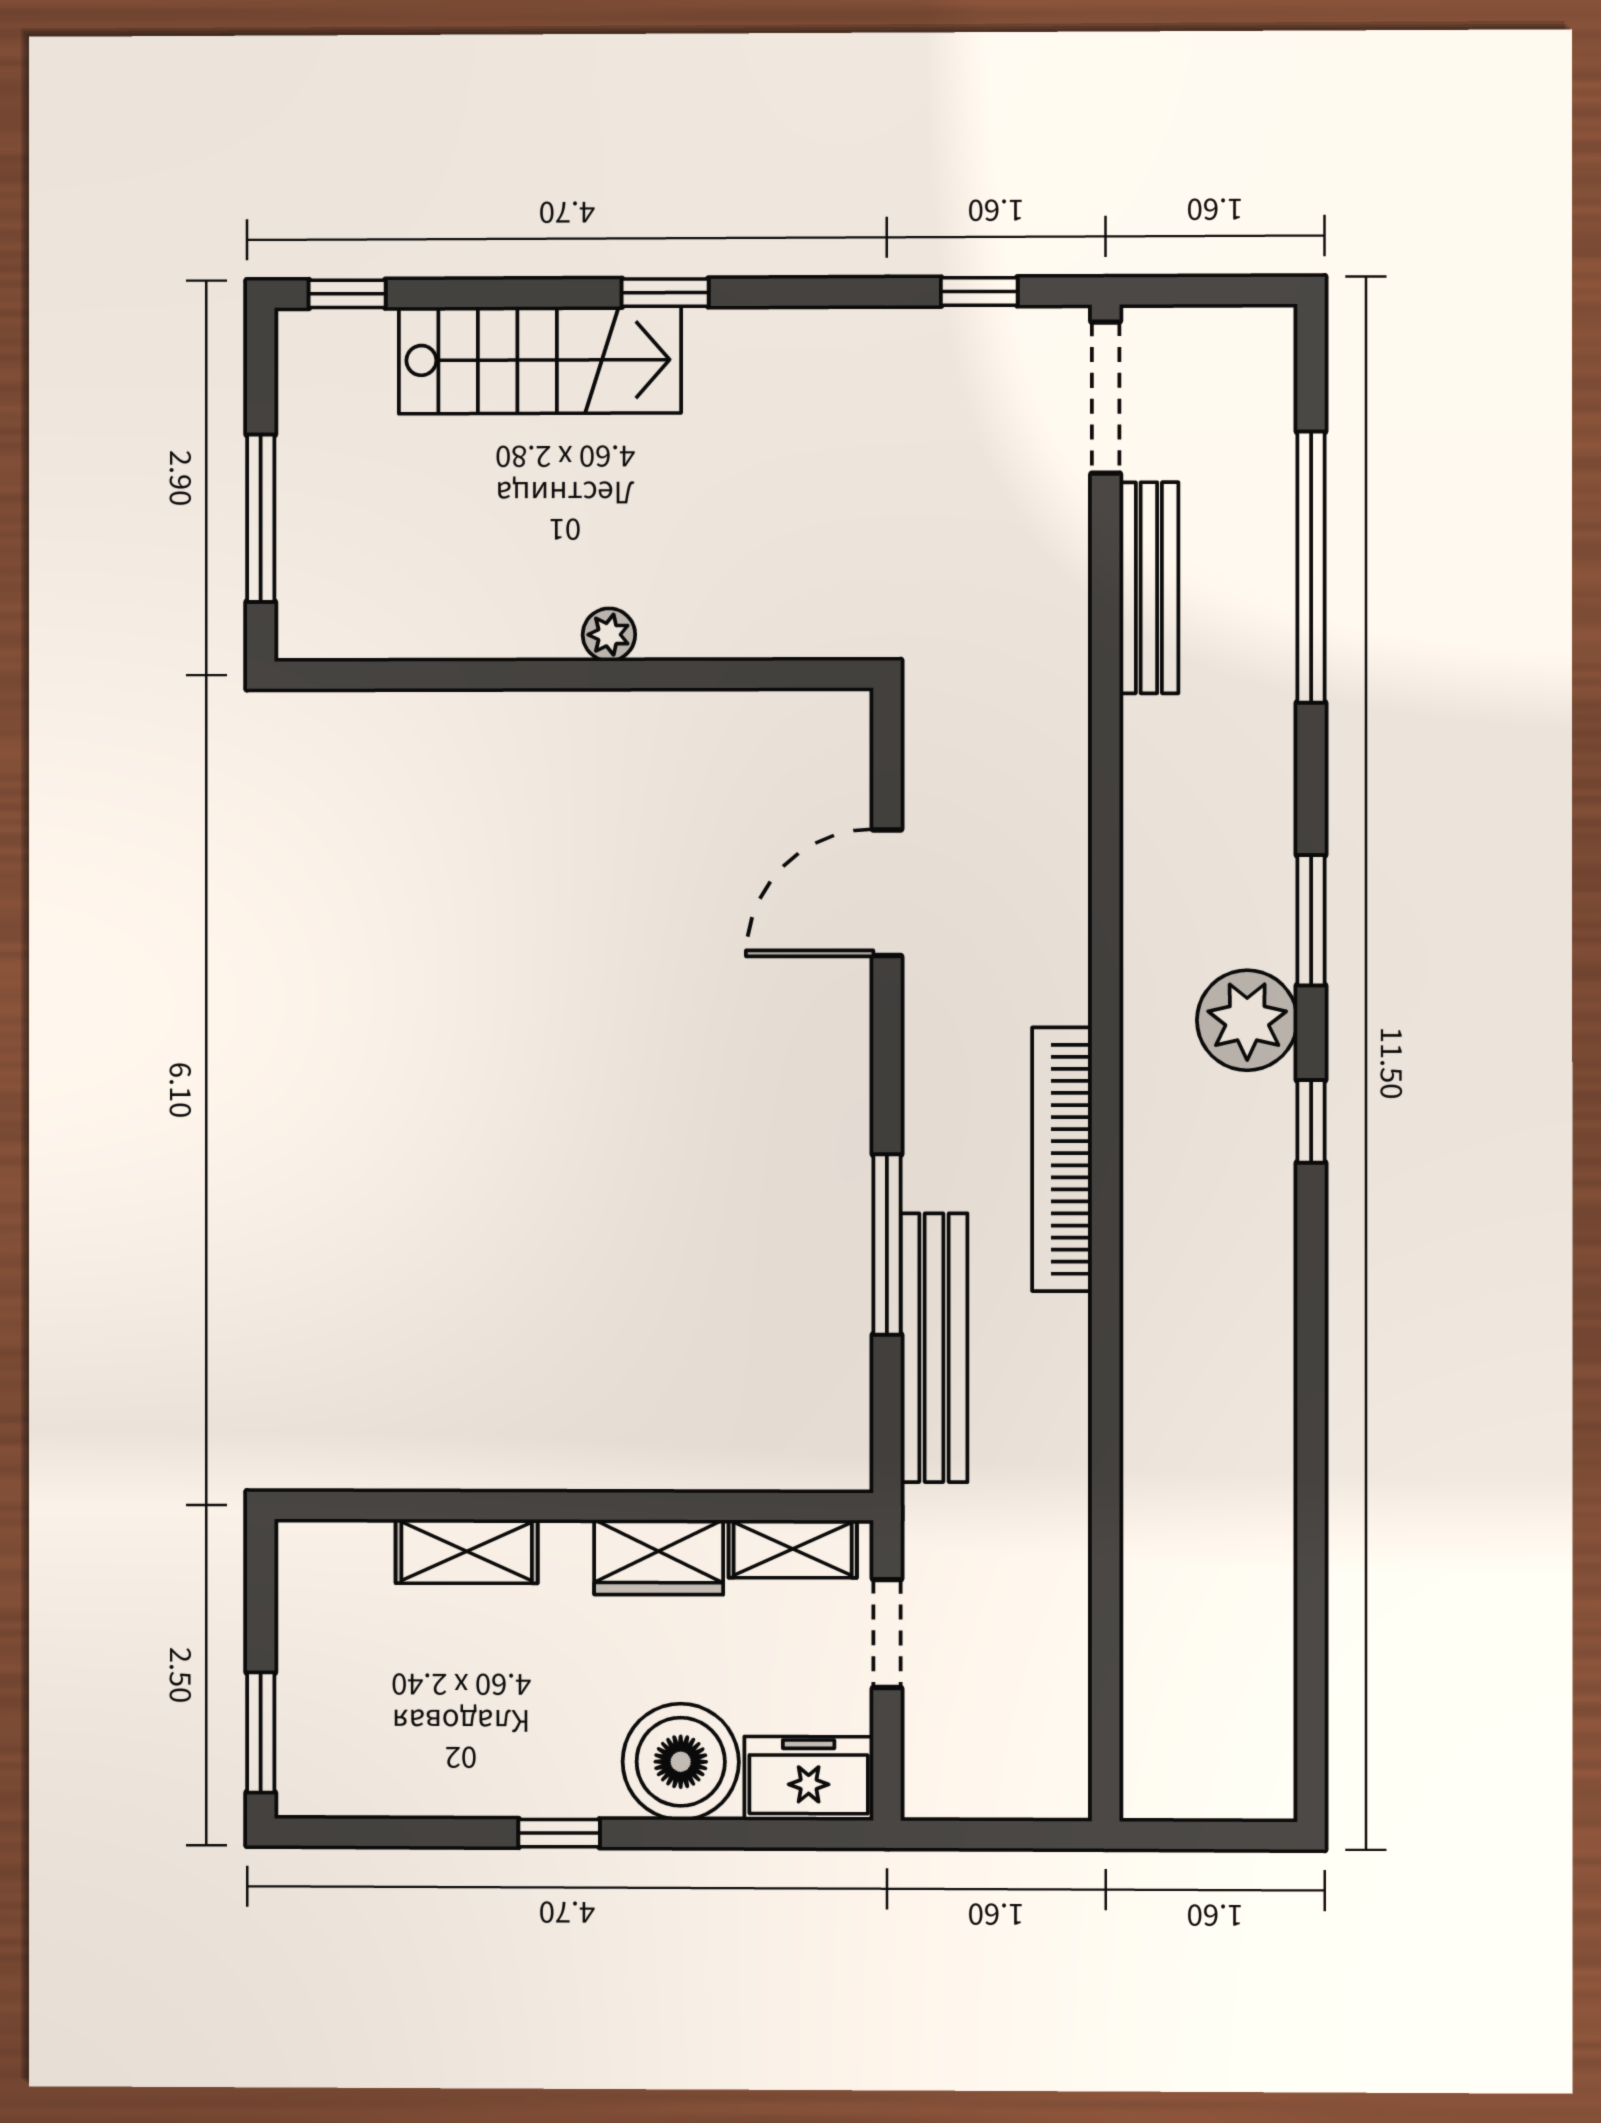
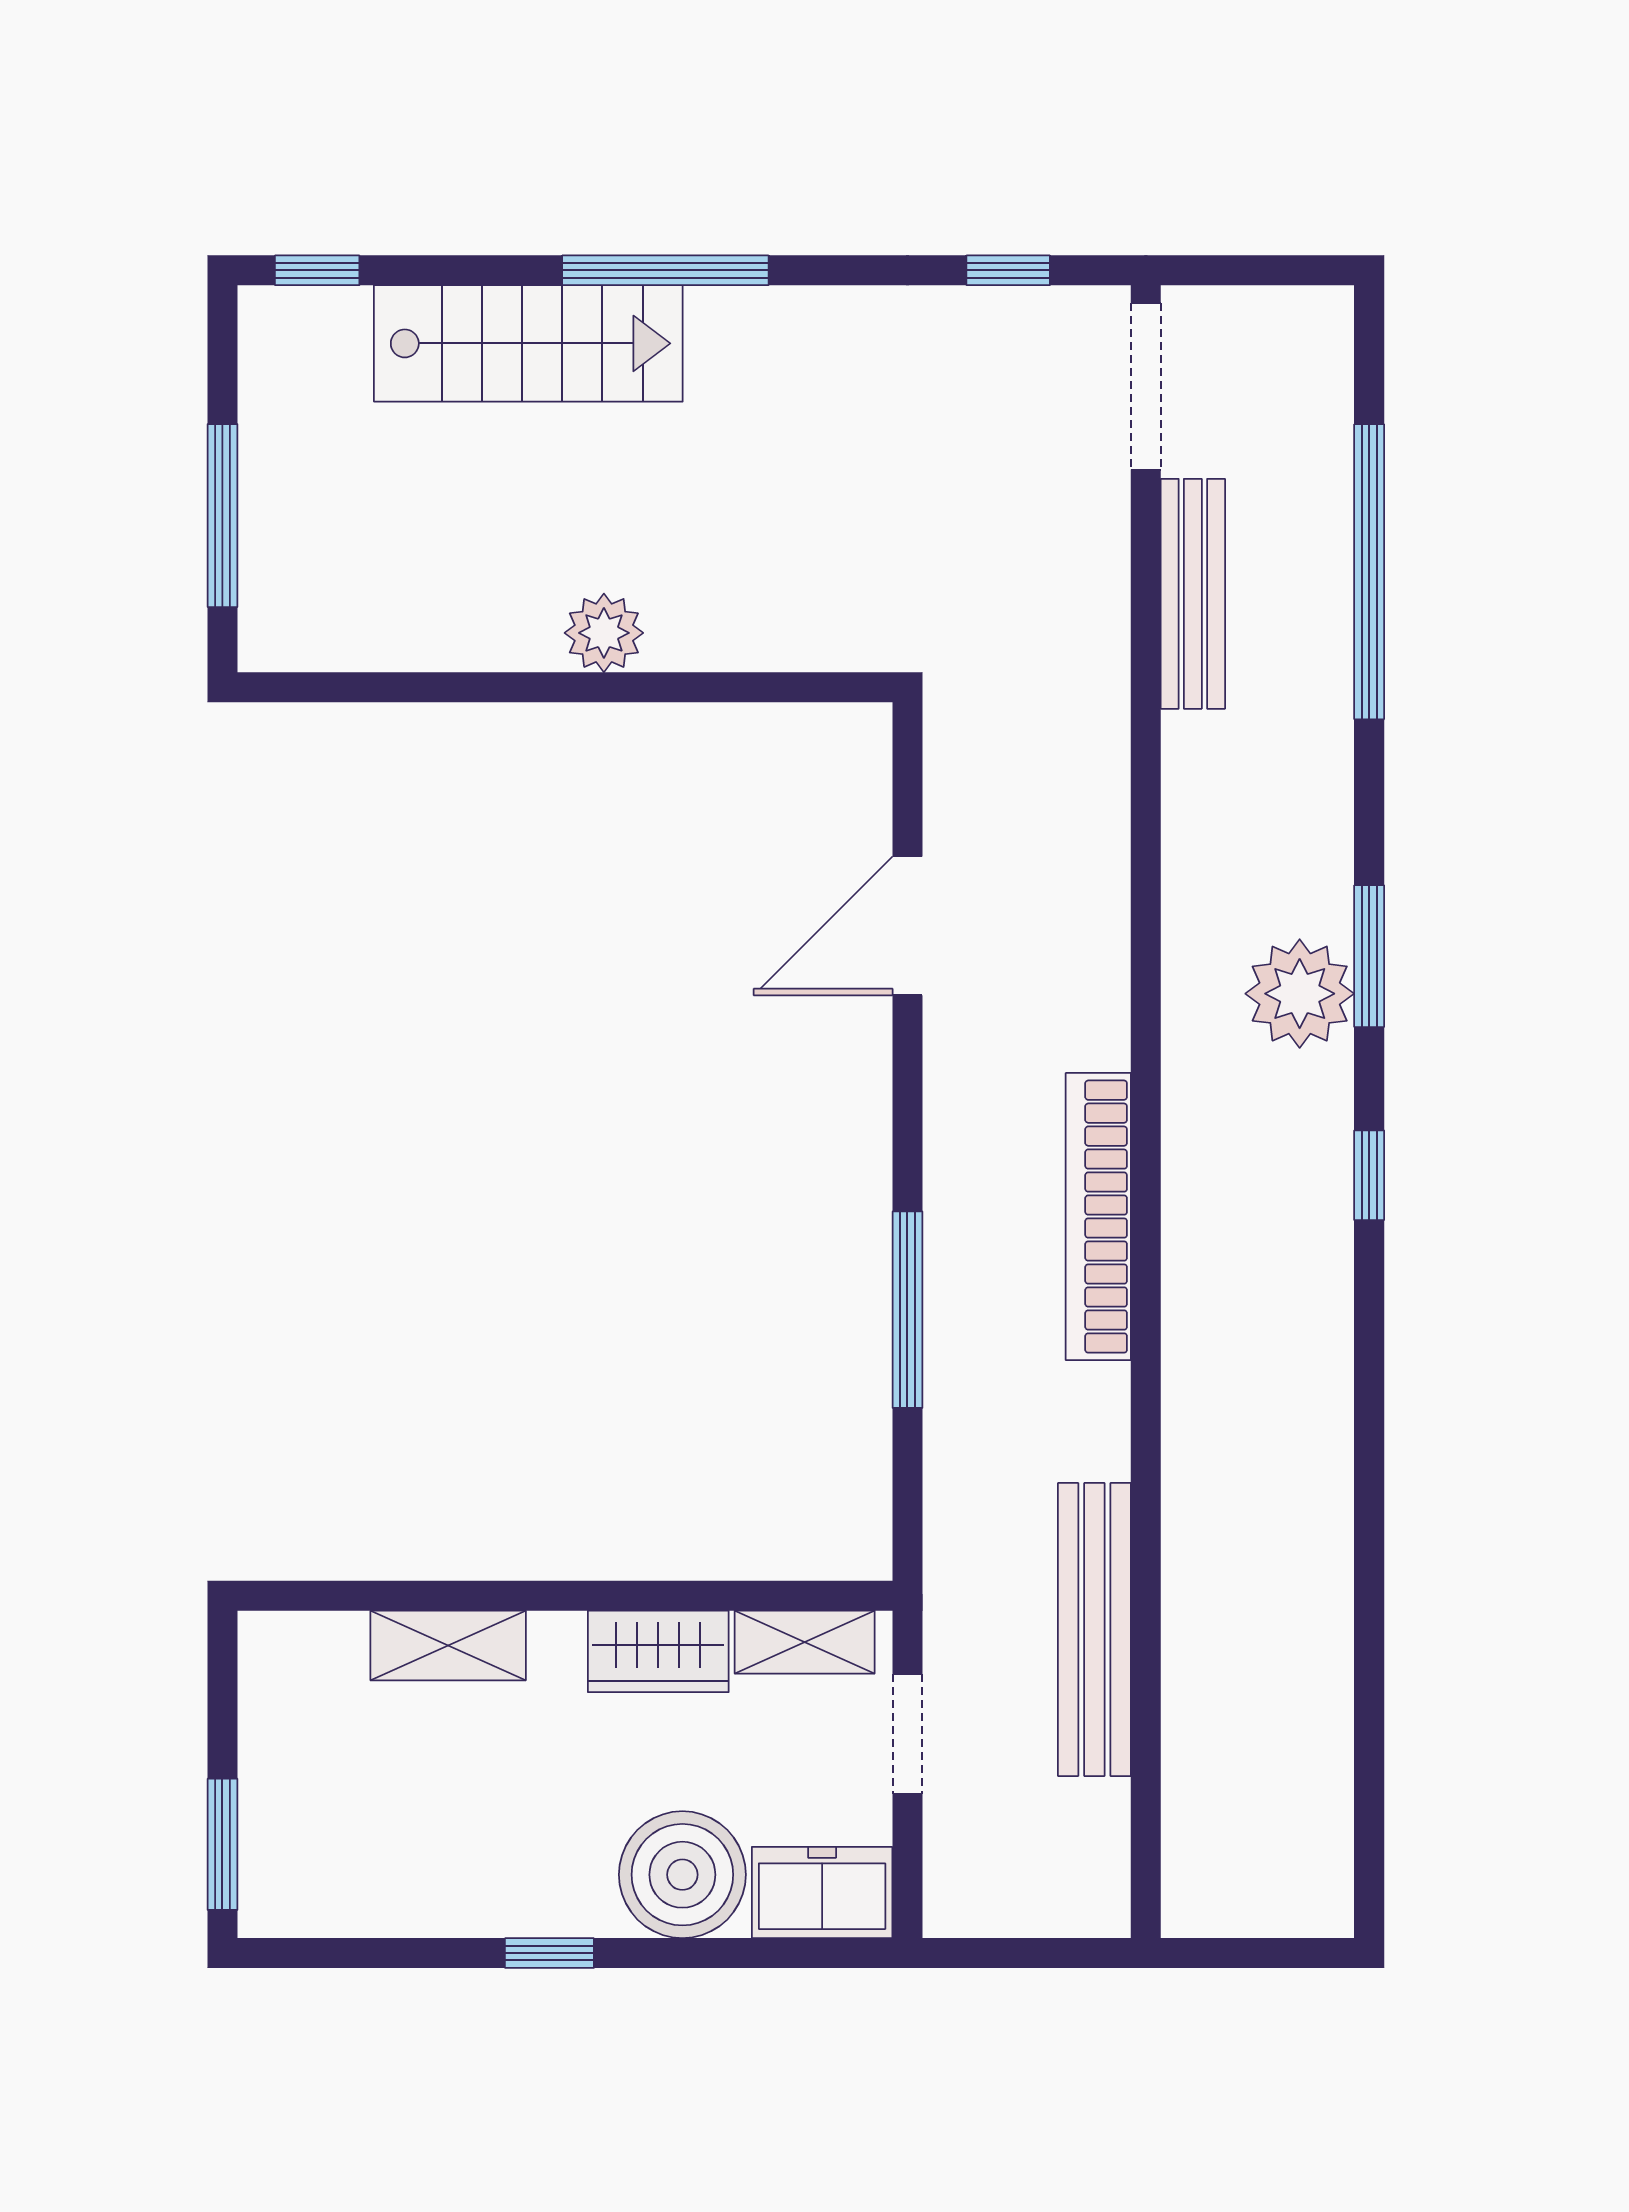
window: (665, 293) -> (665, 270), width x2.17
plant: (609, 635) -> (604, 633), width x1.38, depth x1.38
plant: (1247, 1020) -> (1300, 994), moved
bench: (934, 1348) -> (1094, 1630), moved

